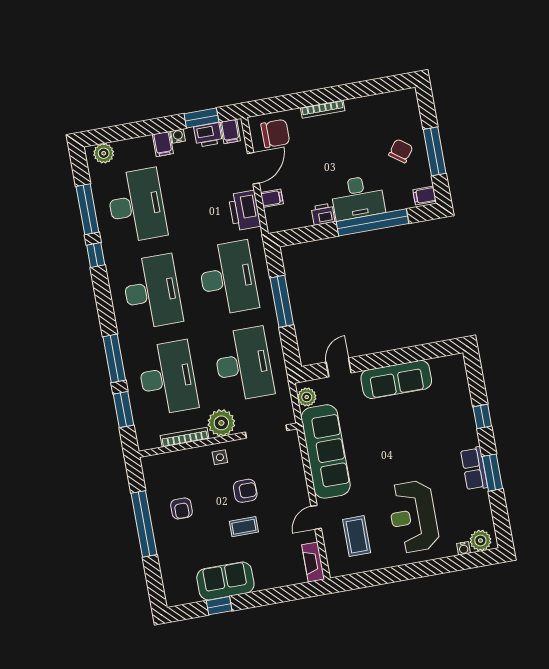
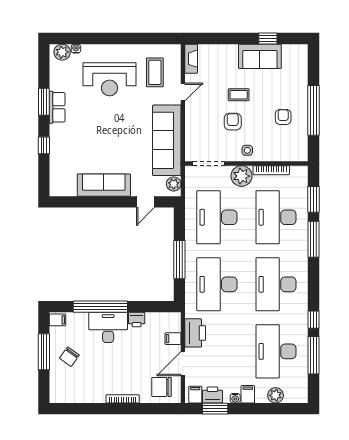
plant: (104, 153) -> (276, 395), moved
armchair: (245, 491) -> (233, 122), turned 90
reception desk: (413, 517) -> (110, 79), turned 90

